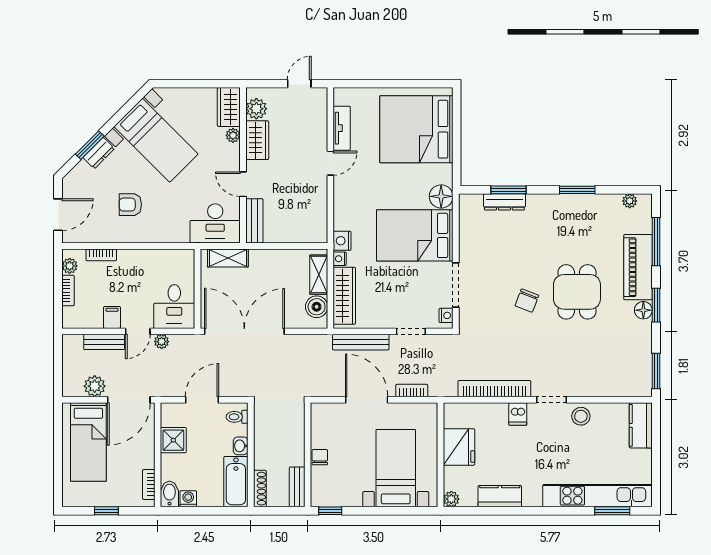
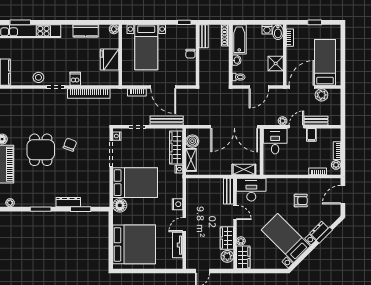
dresser: (504, 202) -> (68, 202), moved
nightstand: (342, 241) -> (177, 204), moved

